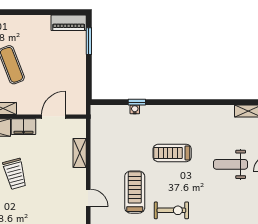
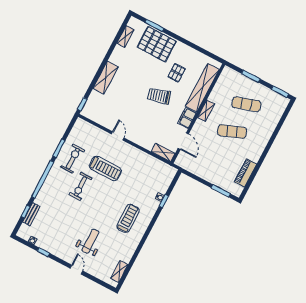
piano: (69, 23) -> (246, 173), moved
shelving: (80, 153) -> (163, 153), moved
treadmill: (172, 153) -> (128, 218), moved
door: (88, 198) -> (118, 136), swing flipped

